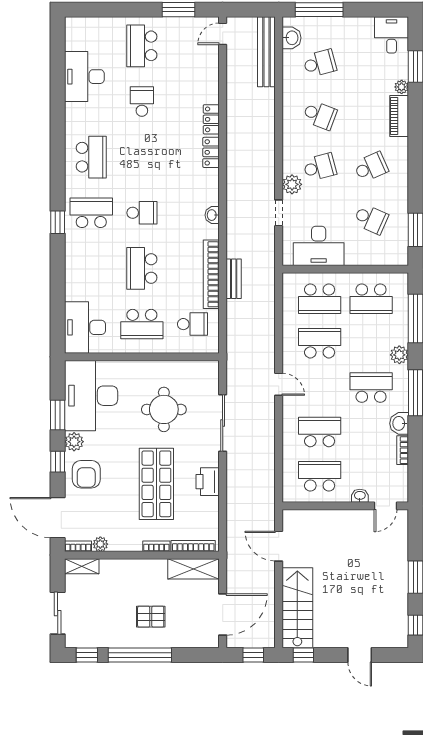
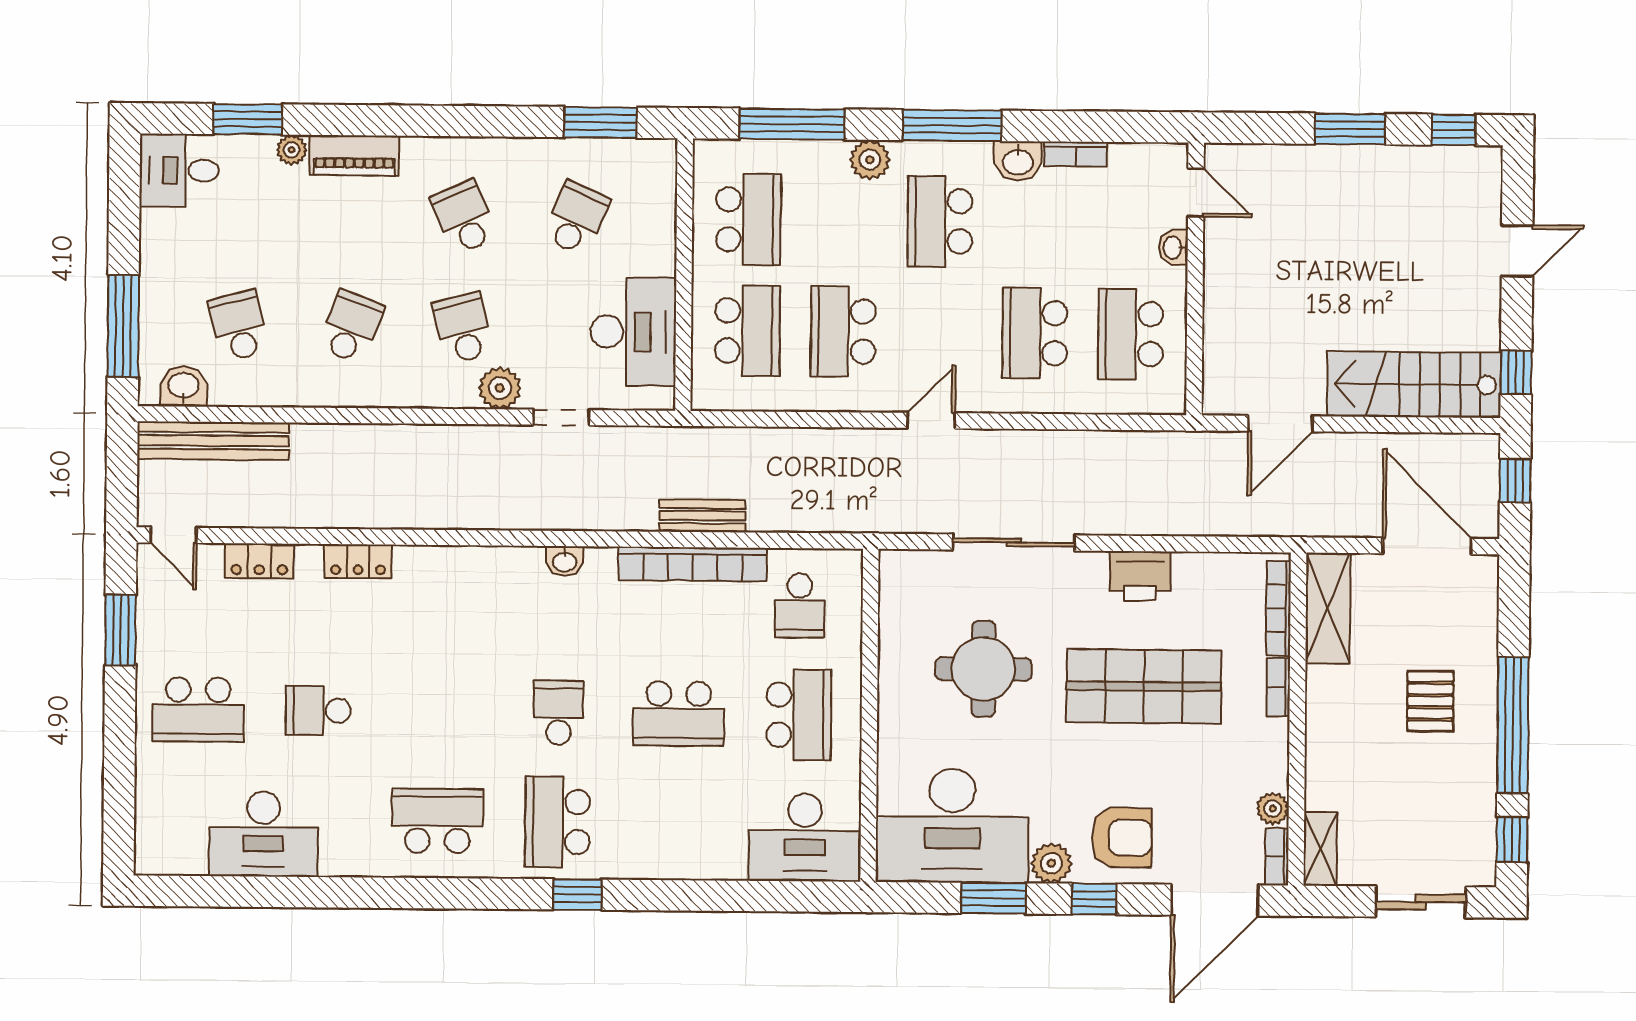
locker: (211, 152) -> (259, 561), moved
school desk: (193, 324) -> (800, 605), turned 180

